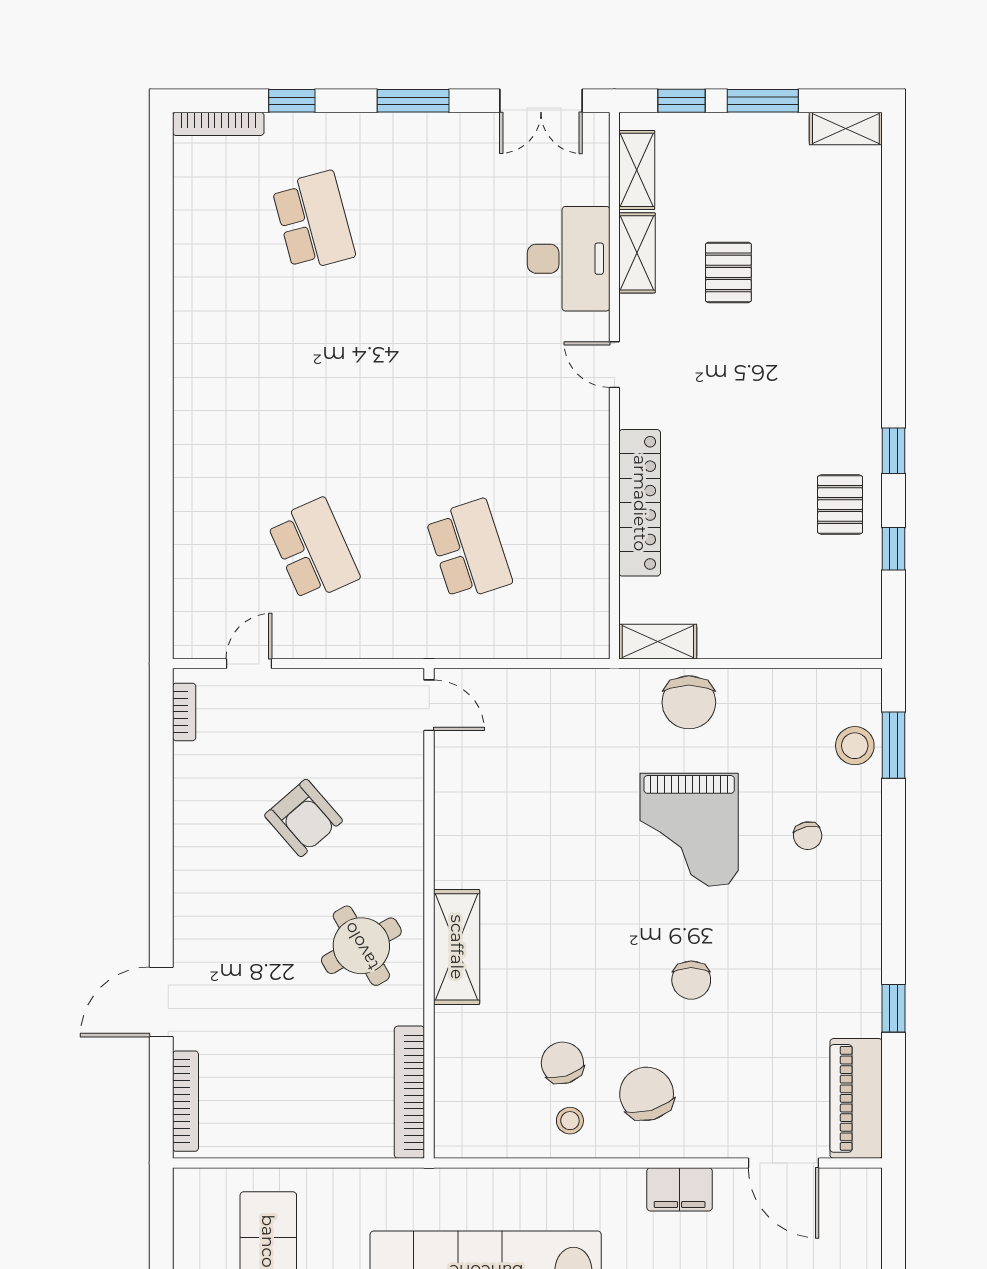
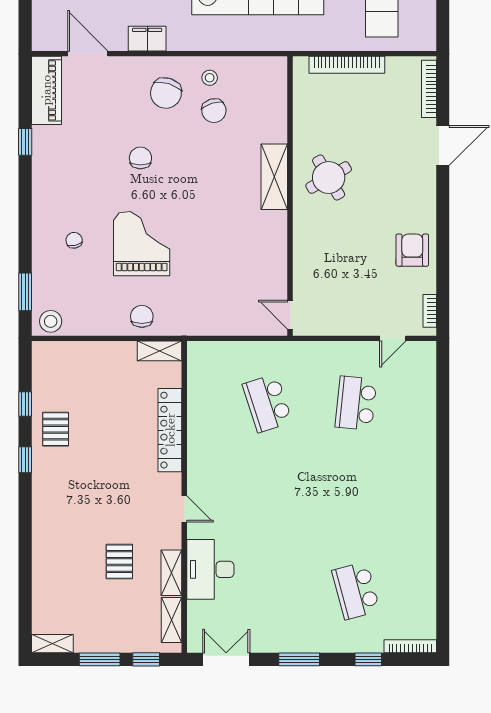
school desk: (314, 550) -> (356, 403), turned 30
chair: (689, 702) -> (142, 316), width x0.73, depth x0.73
stool: (855, 746) -> (51, 321), moved
armchair: (304, 818) -> (412, 250), moved, turned 41
bookcase: (409, 1092) -> (347, 65), moved, turned 90
chair: (647, 1094) -> (166, 93), turned 33

